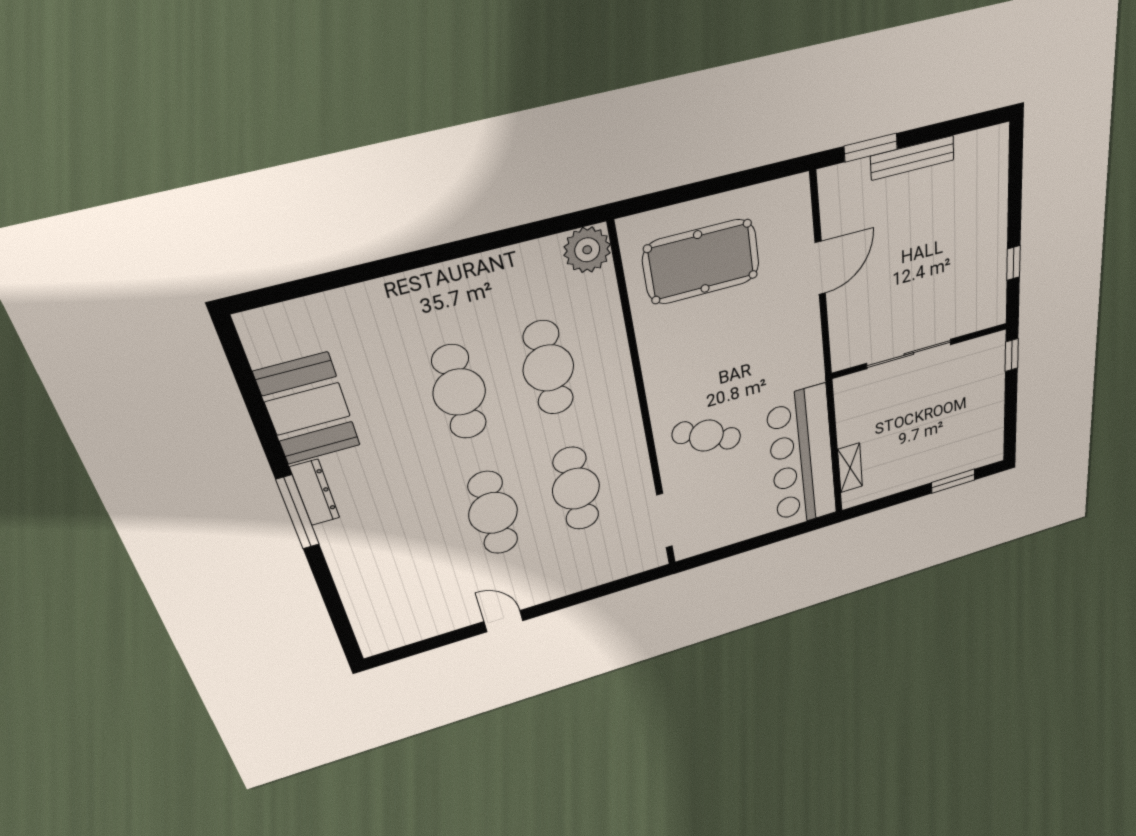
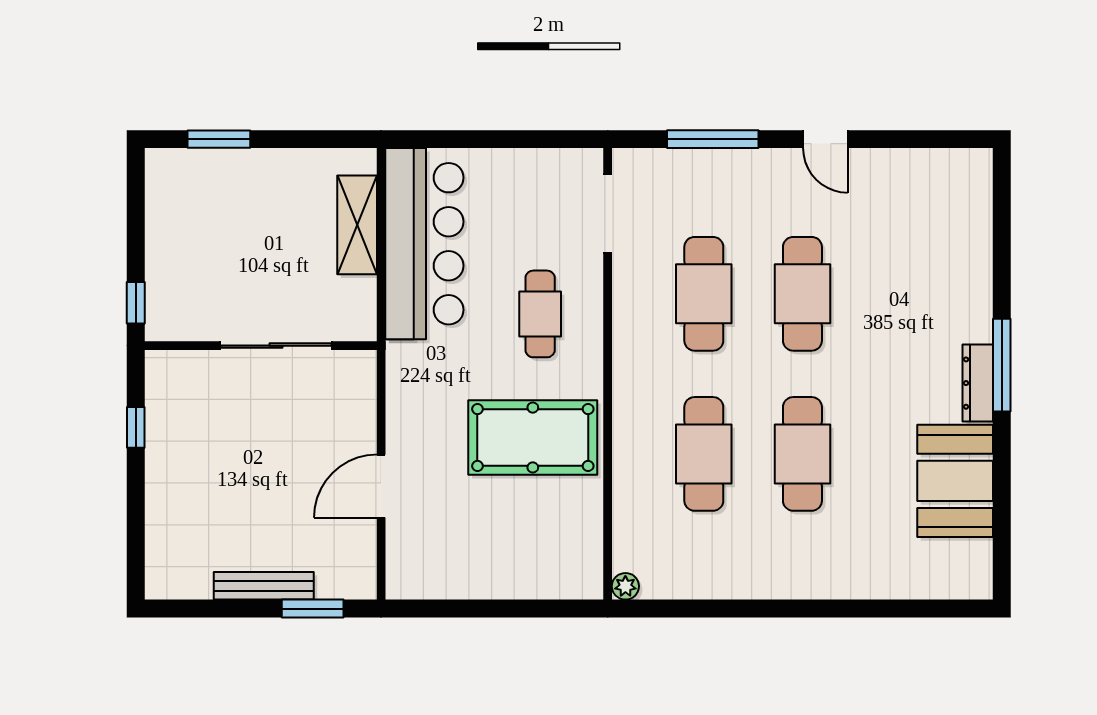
plant: (587, 250) -> (625, 586), width x0.53, depth x0.53
pool table: (701, 262) -> (533, 438), moved
cafe table: (706, 436) -> (540, 314), turned 65
shelving: (850, 468) -> (357, 225), width x1.50, depth x1.33
window: (593, 593) -> (713, 139), added

